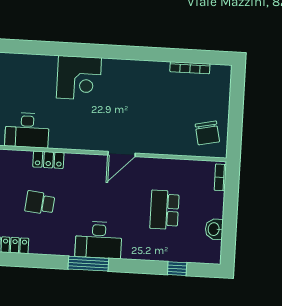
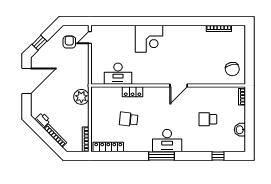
school desk: (164, 210) -> (208, 119), width x0.54

